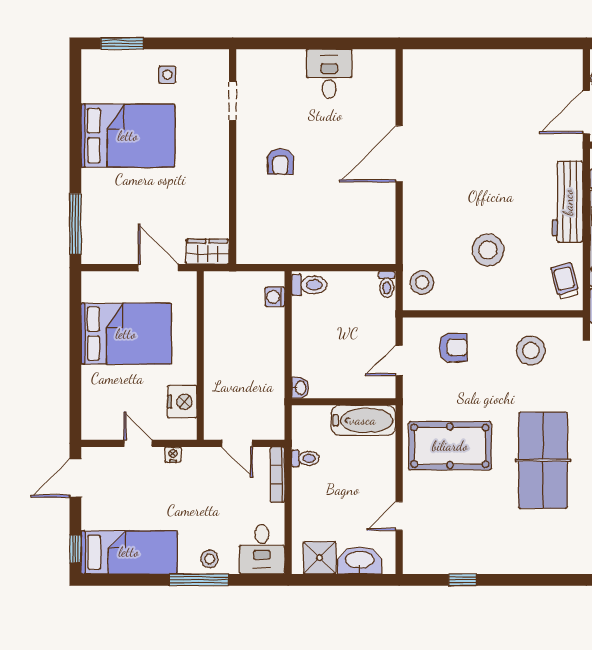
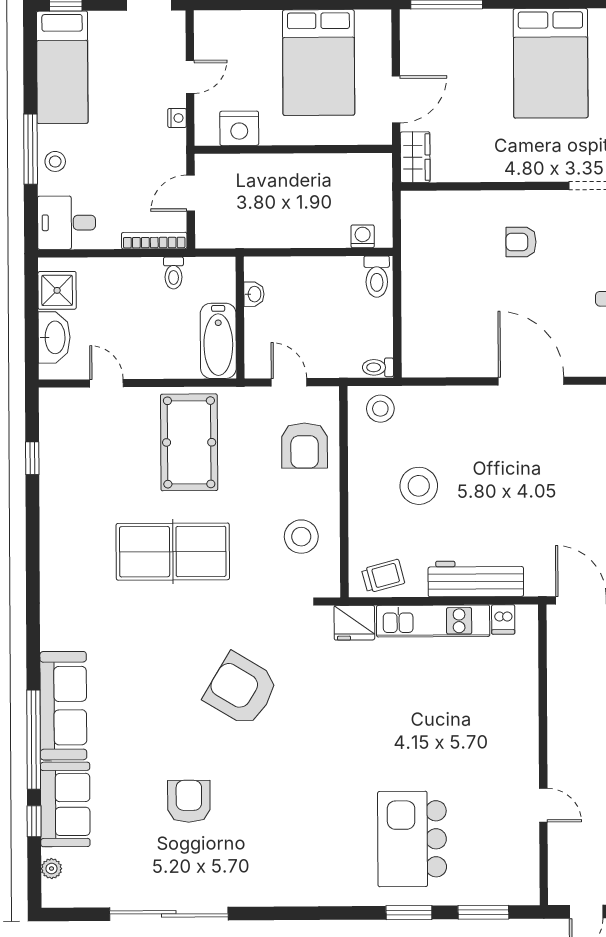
armchair: (453, 347) -> (305, 446), width x1.38, depth x1.38
washbasin: (300, 388) -> (254, 294), moved, turned -90

